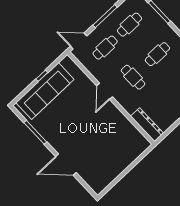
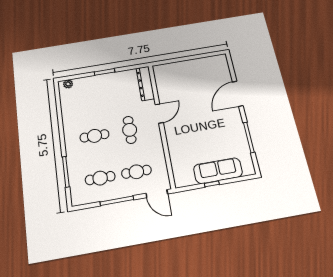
sofa: (45, 91) -> (218, 171), width x0.74, depth x0.79
door: (105, 91) -> (159, 114), moved
door: (66, 165) -> (238, 94), swing flipped

